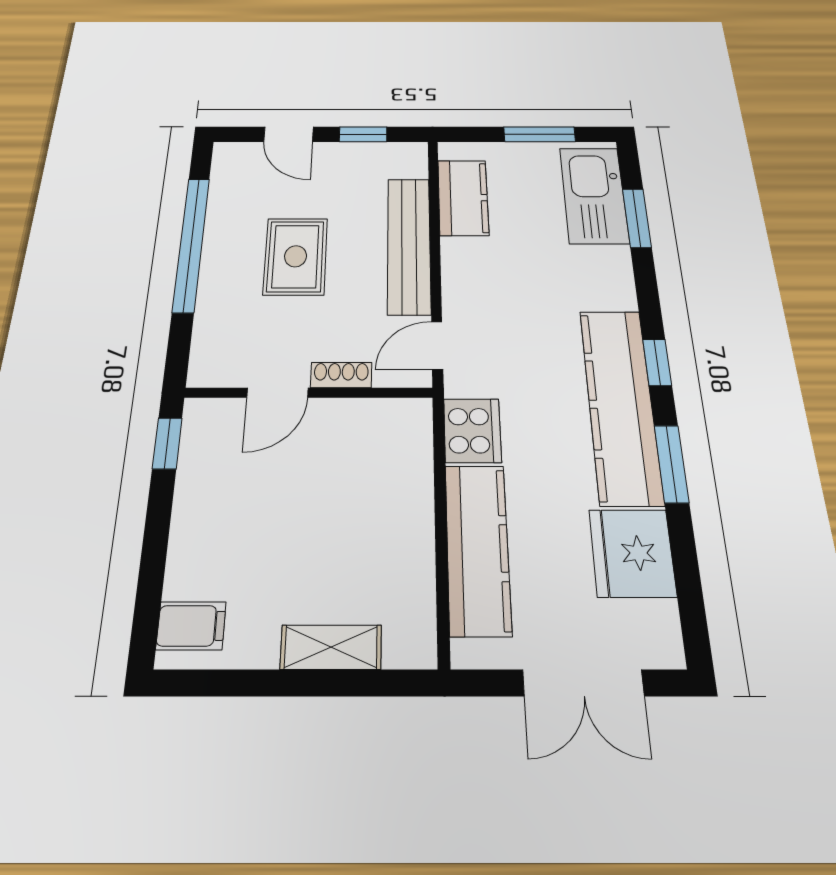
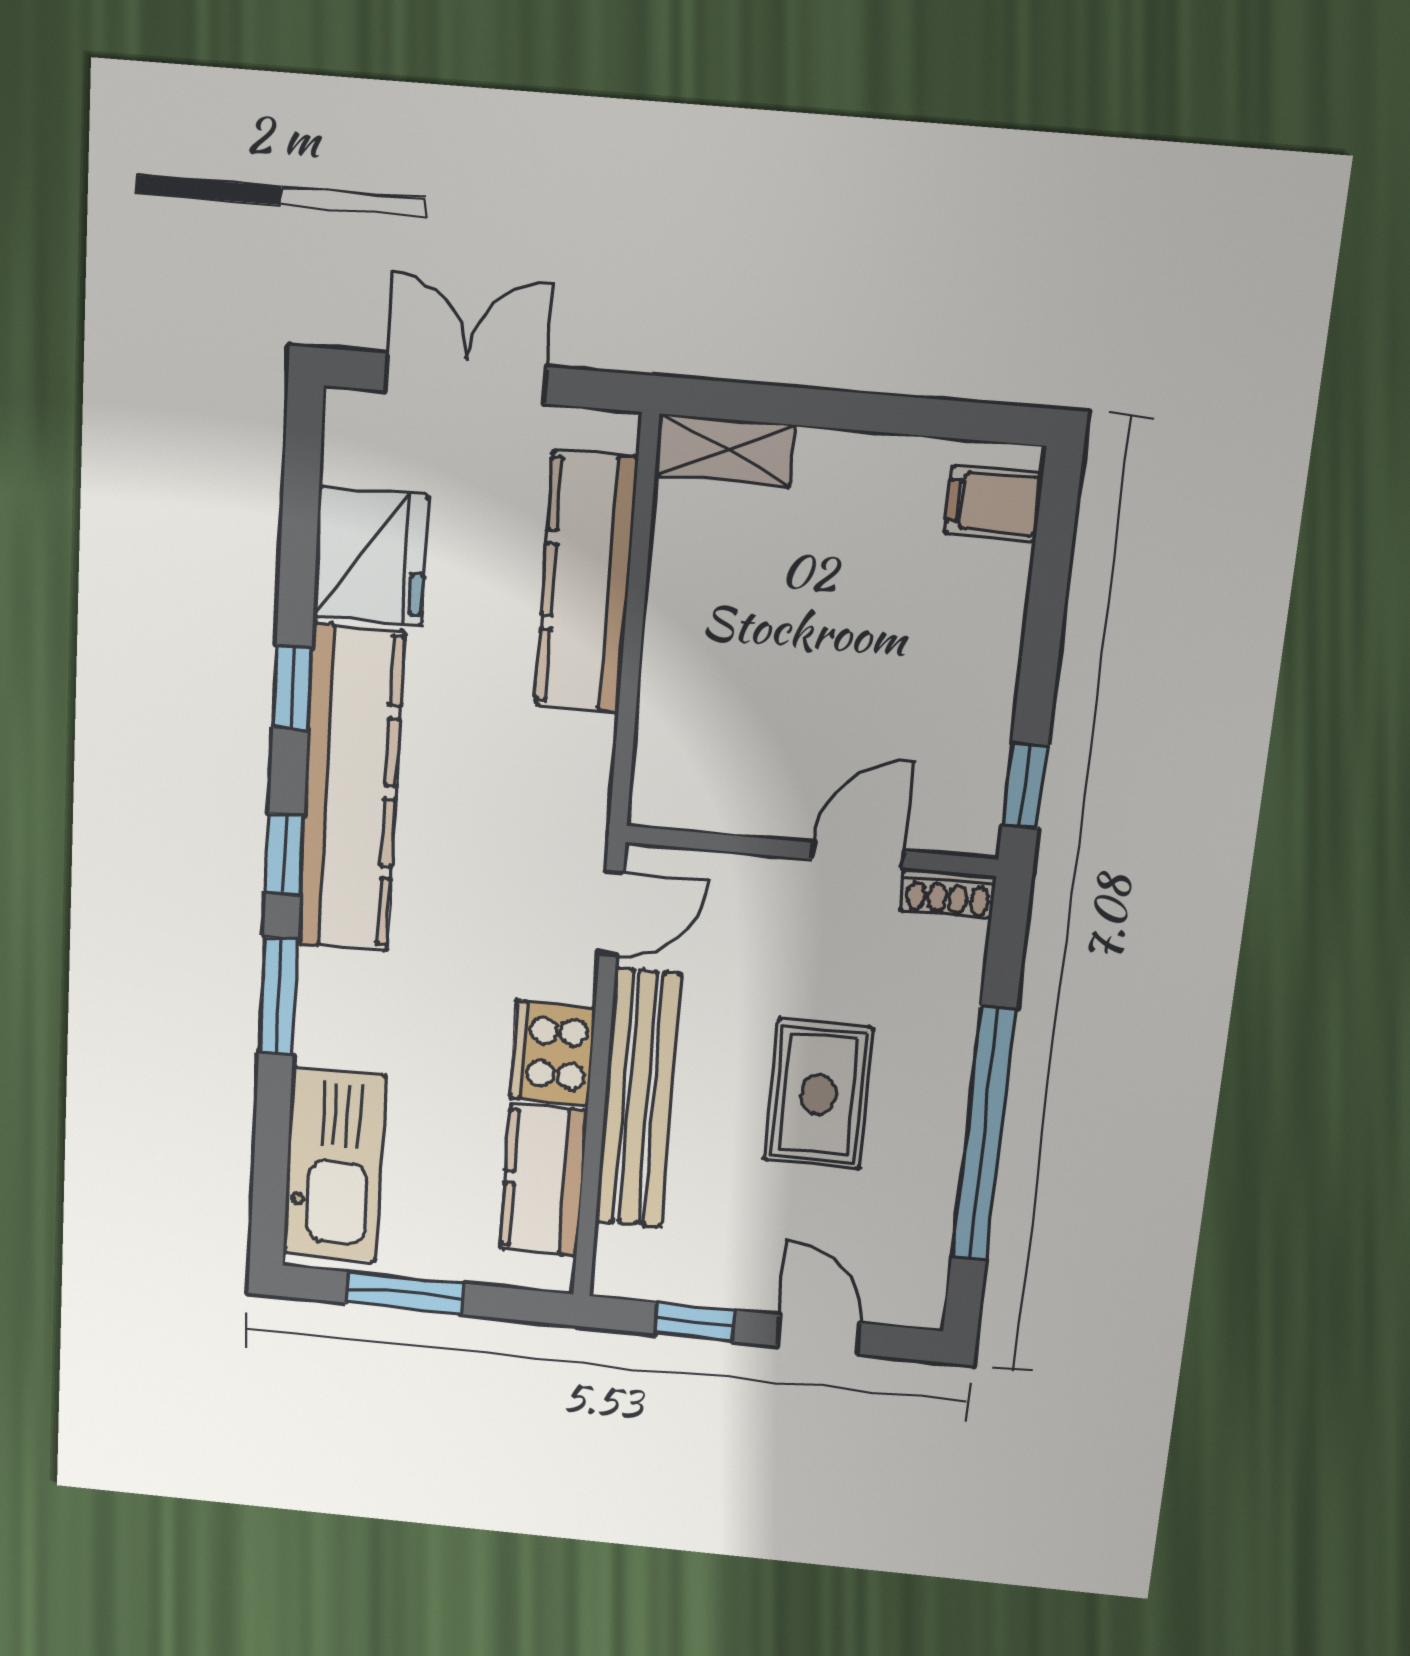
window: (637, 218) -> (278, 996), moved
shoe rack: (341, 375) -> (948, 893), moved
cooker: (472, 431) -> (552, 1053), moved
window: (671, 464) -> (292, 687), width x0.67
shelving: (331, 647) -> (725, 450), moved

